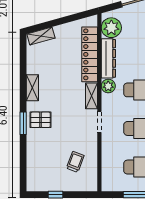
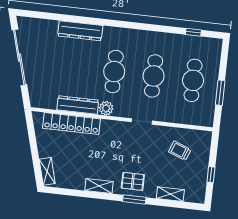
plant: (111, 28) -> (47, 98), removed
shelving: (92, 96) -> (170, 194), moved
pallet: (40, 120) -> (133, 181), turned 90

